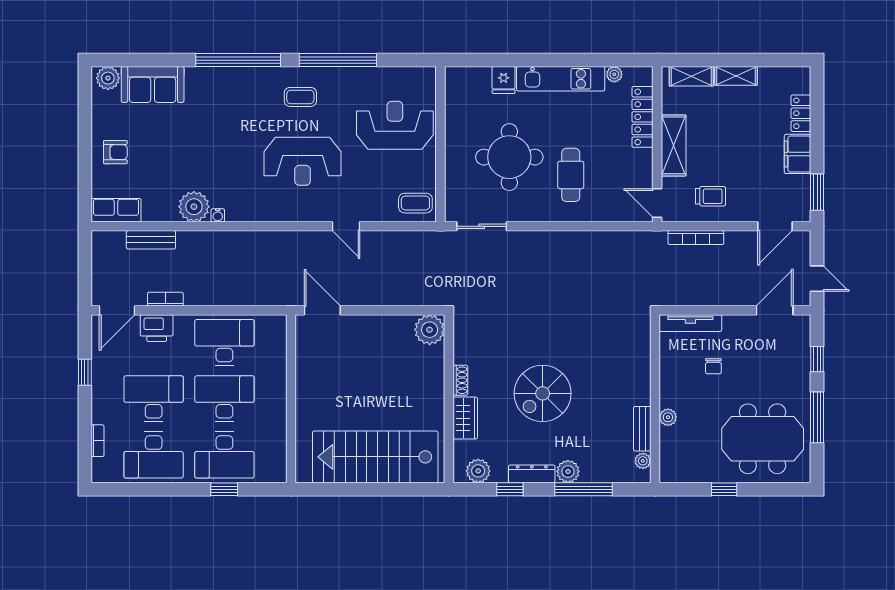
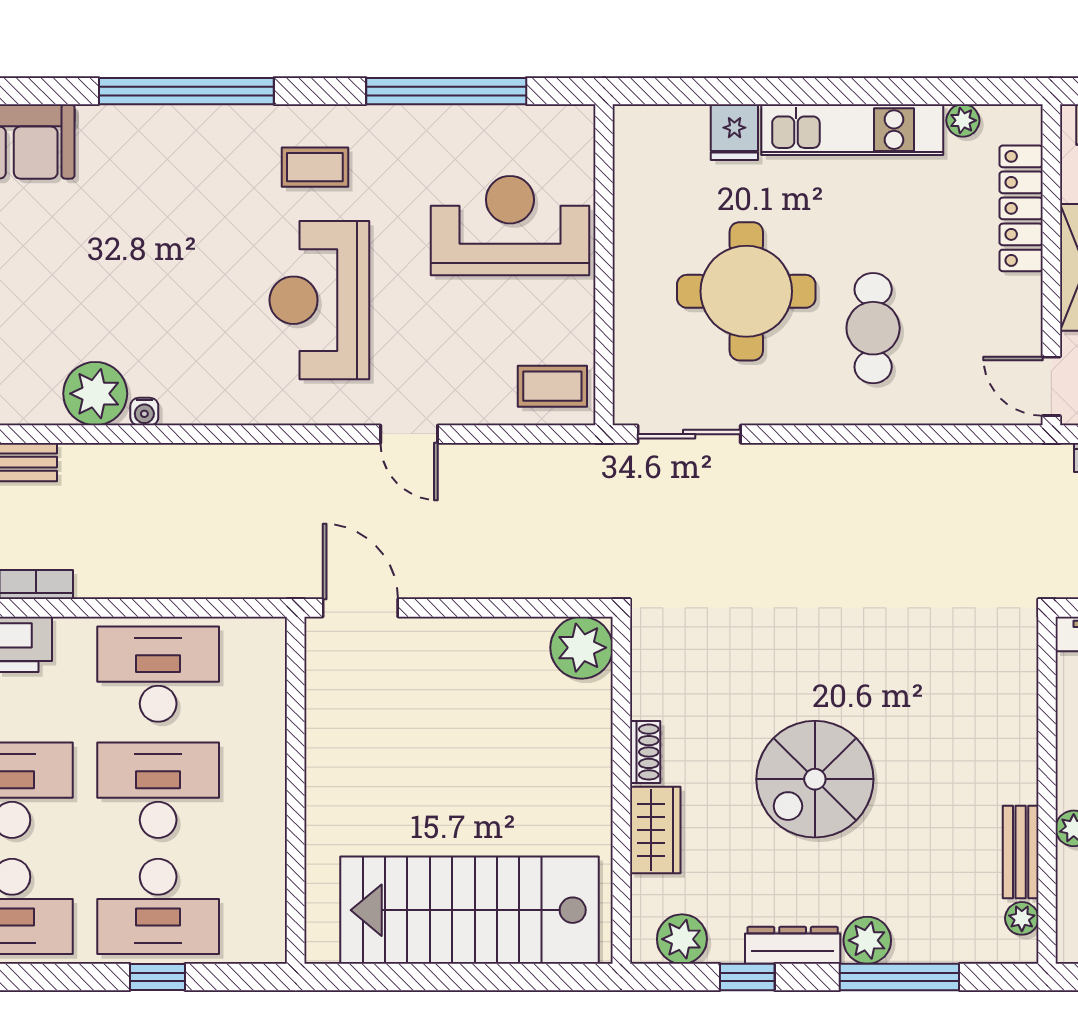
window: (338, 60) -> (446, 91), moved
reception desk: (303, 161) -> (319, 300), turned 90

